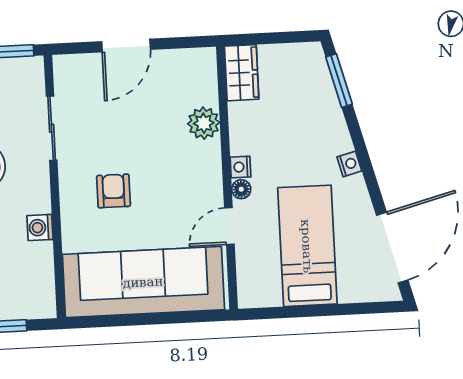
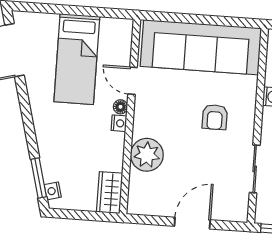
plant: (204, 123) -> (147, 155), width x1.36, depth x1.36
nightstand: (349, 164) -> (53, 191), moved
door: (229, 226) -> (133, 81), swing flipped

